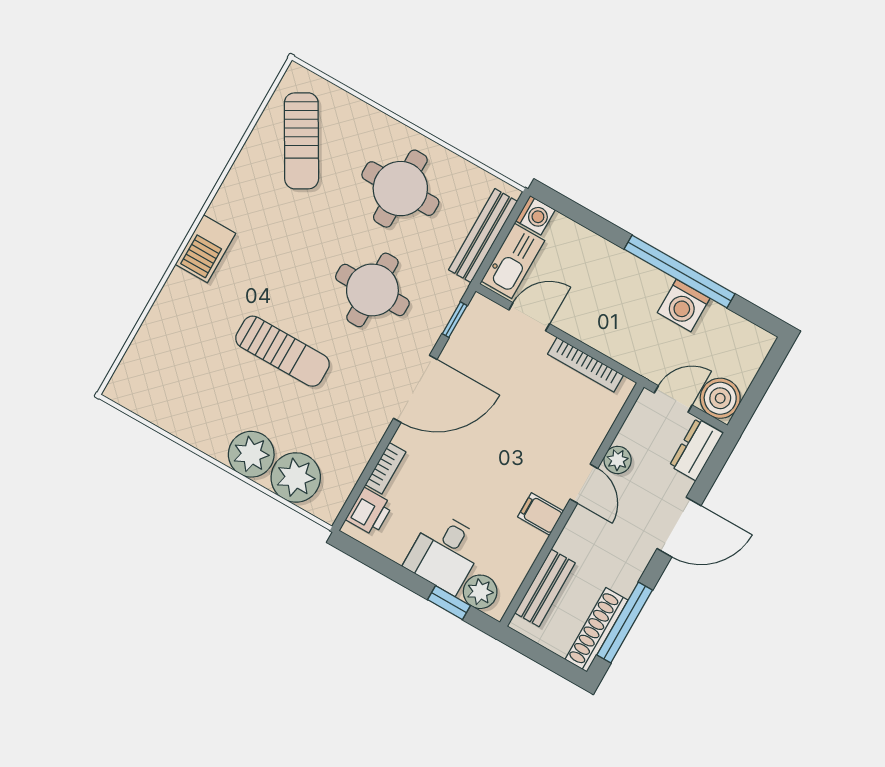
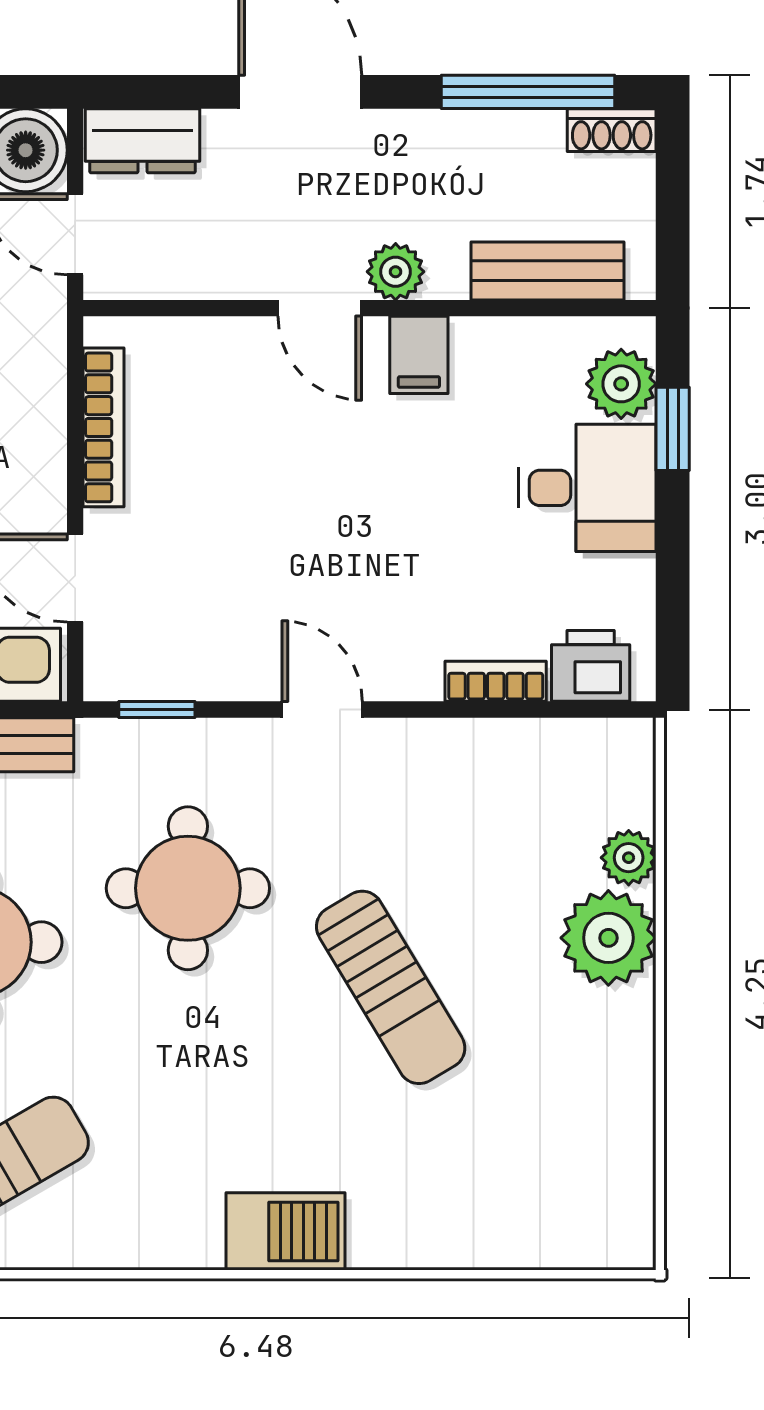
sun lounger: (283, 351) -> (391, 987), turned 149
door: (415, 389) -> (322, 710), width x0.53
plant: (618, 460) -> (396, 272), moved
plant: (296, 477) -> (629, 858), width x0.53, depth x0.53
door: (584, 484) -> (320, 308), swing flipped
shoe rack: (596, 630) -> (612, 130), width x0.51, depth x0.81

